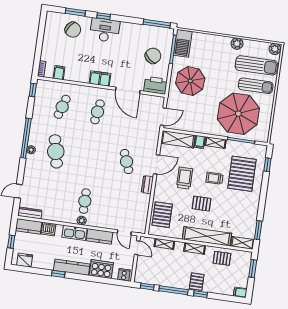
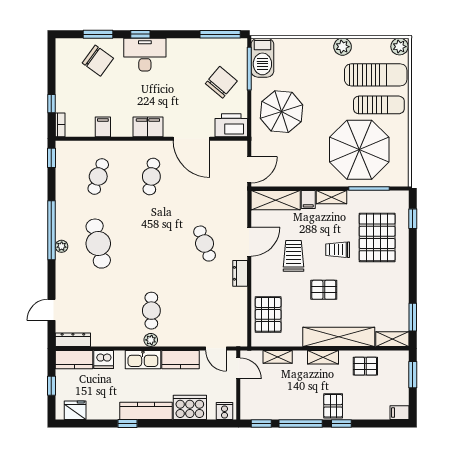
window: (38, 54) -> (51, 104), added
filing cabinet: (59, 73) -> (103, 127), moved

